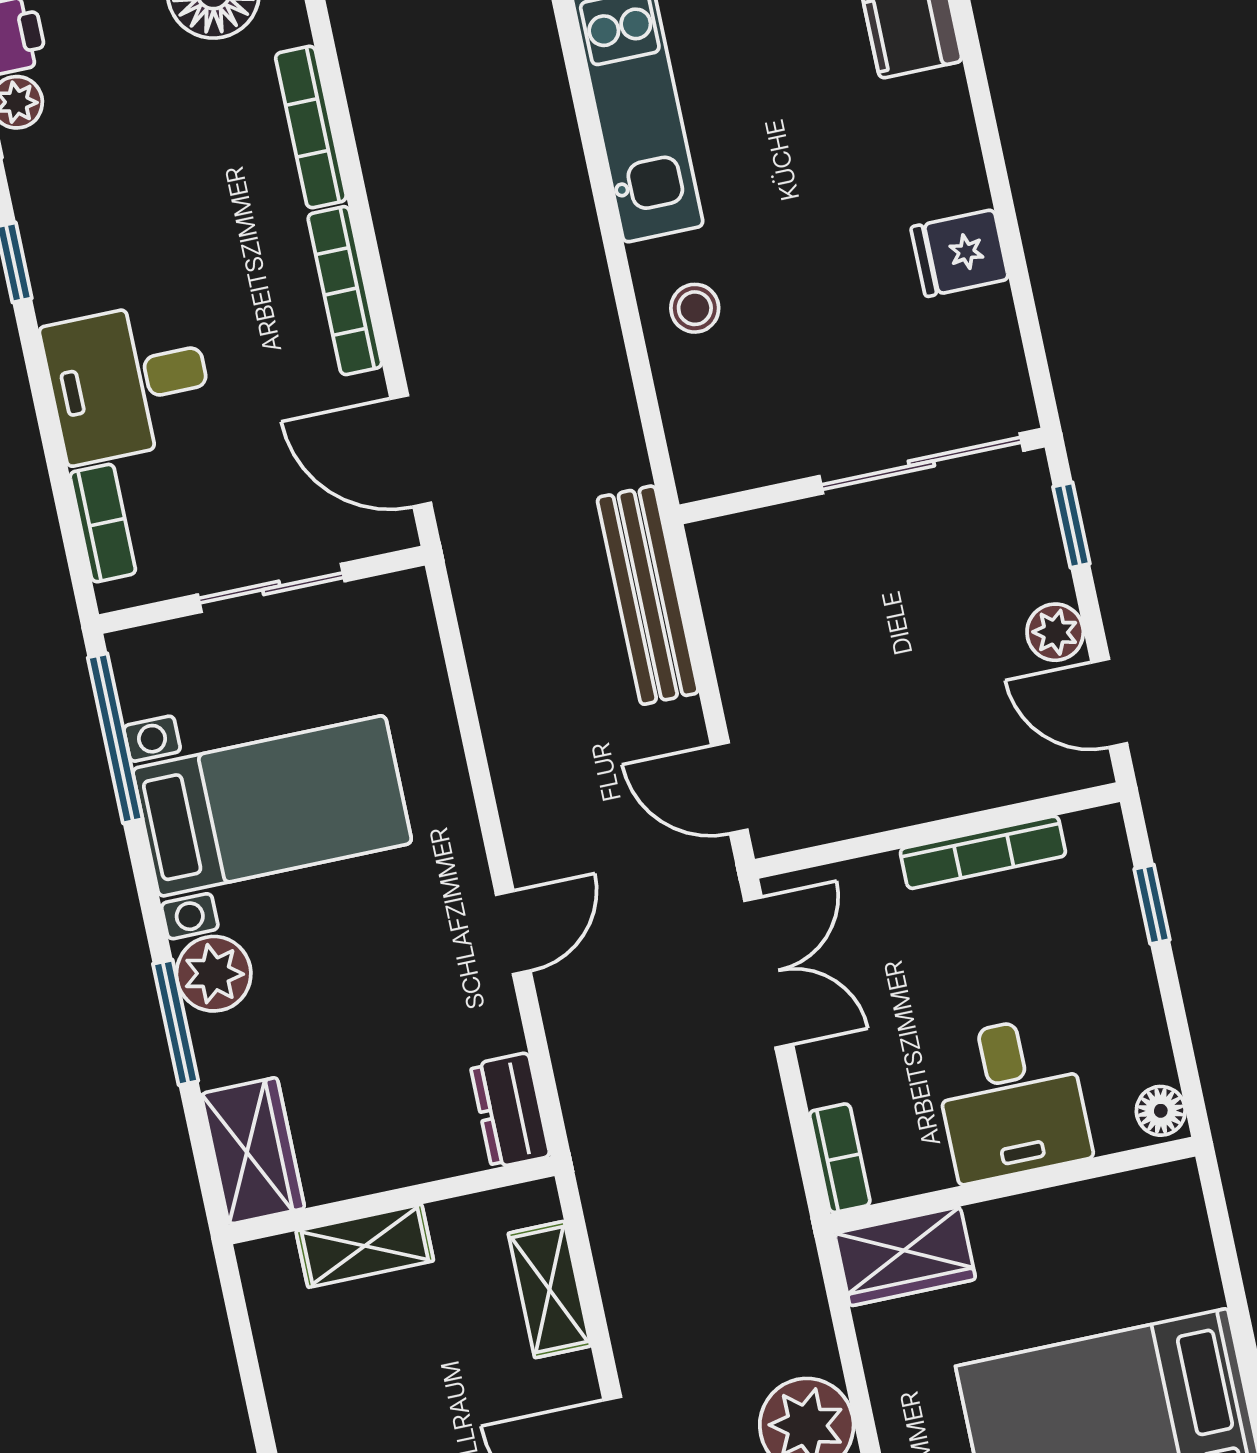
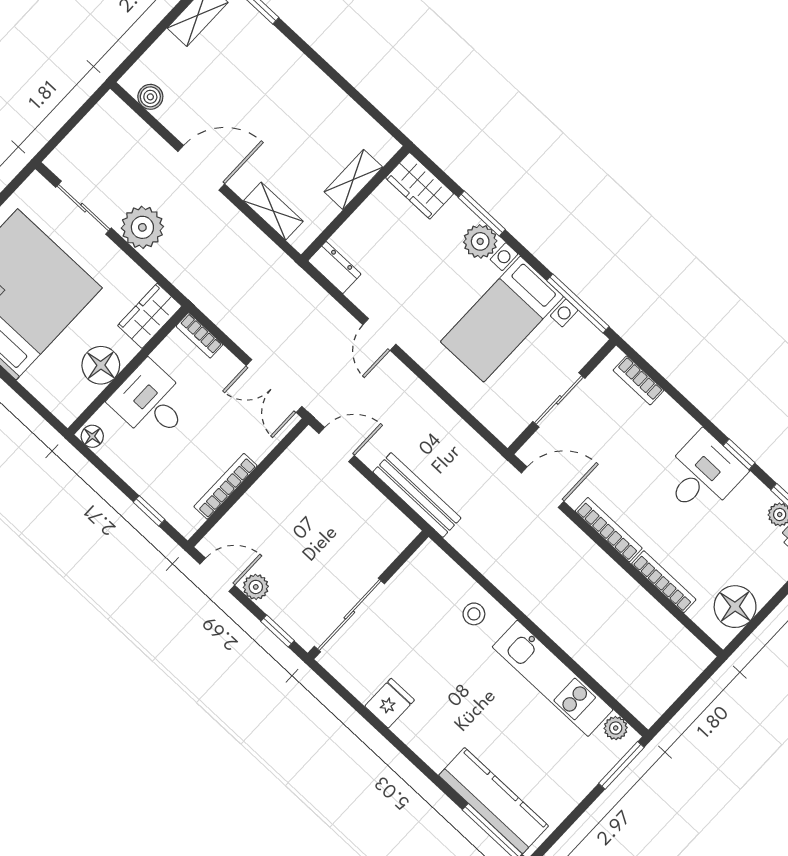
desk: (128, 381) -> (702, 474), moved
floor lamp: (1056, 1228) -> (101, 365), added

